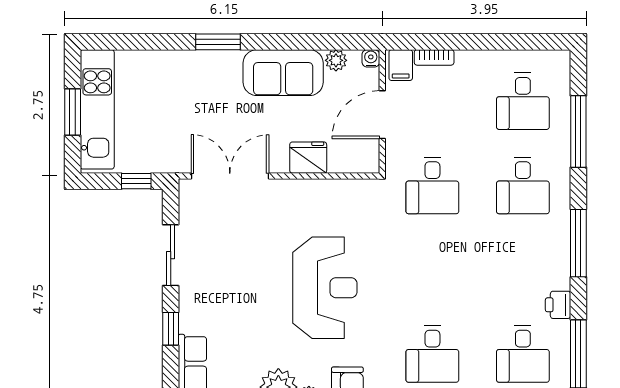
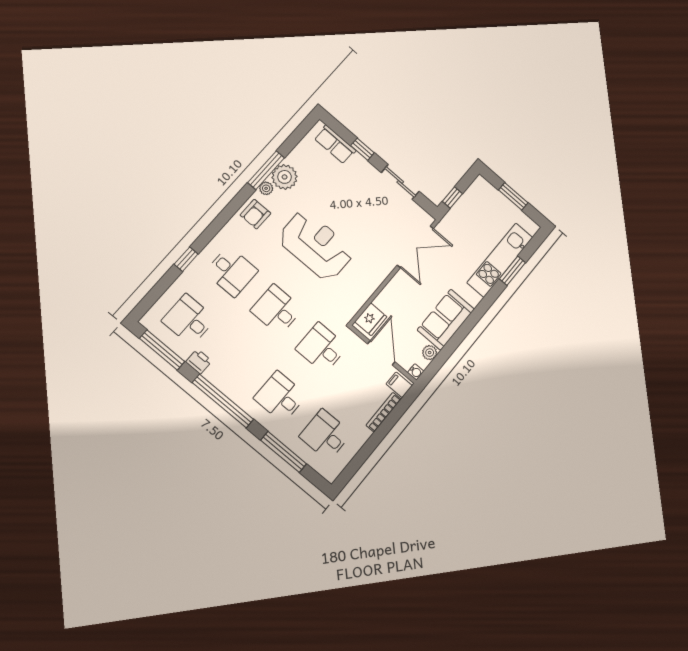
window: (218, 42) -> (512, 271), moved
bookcase: (434, 57) -> (384, 412), width x1.56
kitchen unit: (97, 109) -> (500, 260), moved, turned 90
fridge: (308, 158) -> (371, 319), moved
window: (578, 243) -> (223, 401), width x1.46
desk: (432, 270) -> (277, 310), added
reception desk: (325, 288) -> (316, 245), turned 180
desk: (432, 354) -> (231, 271), turned 180

